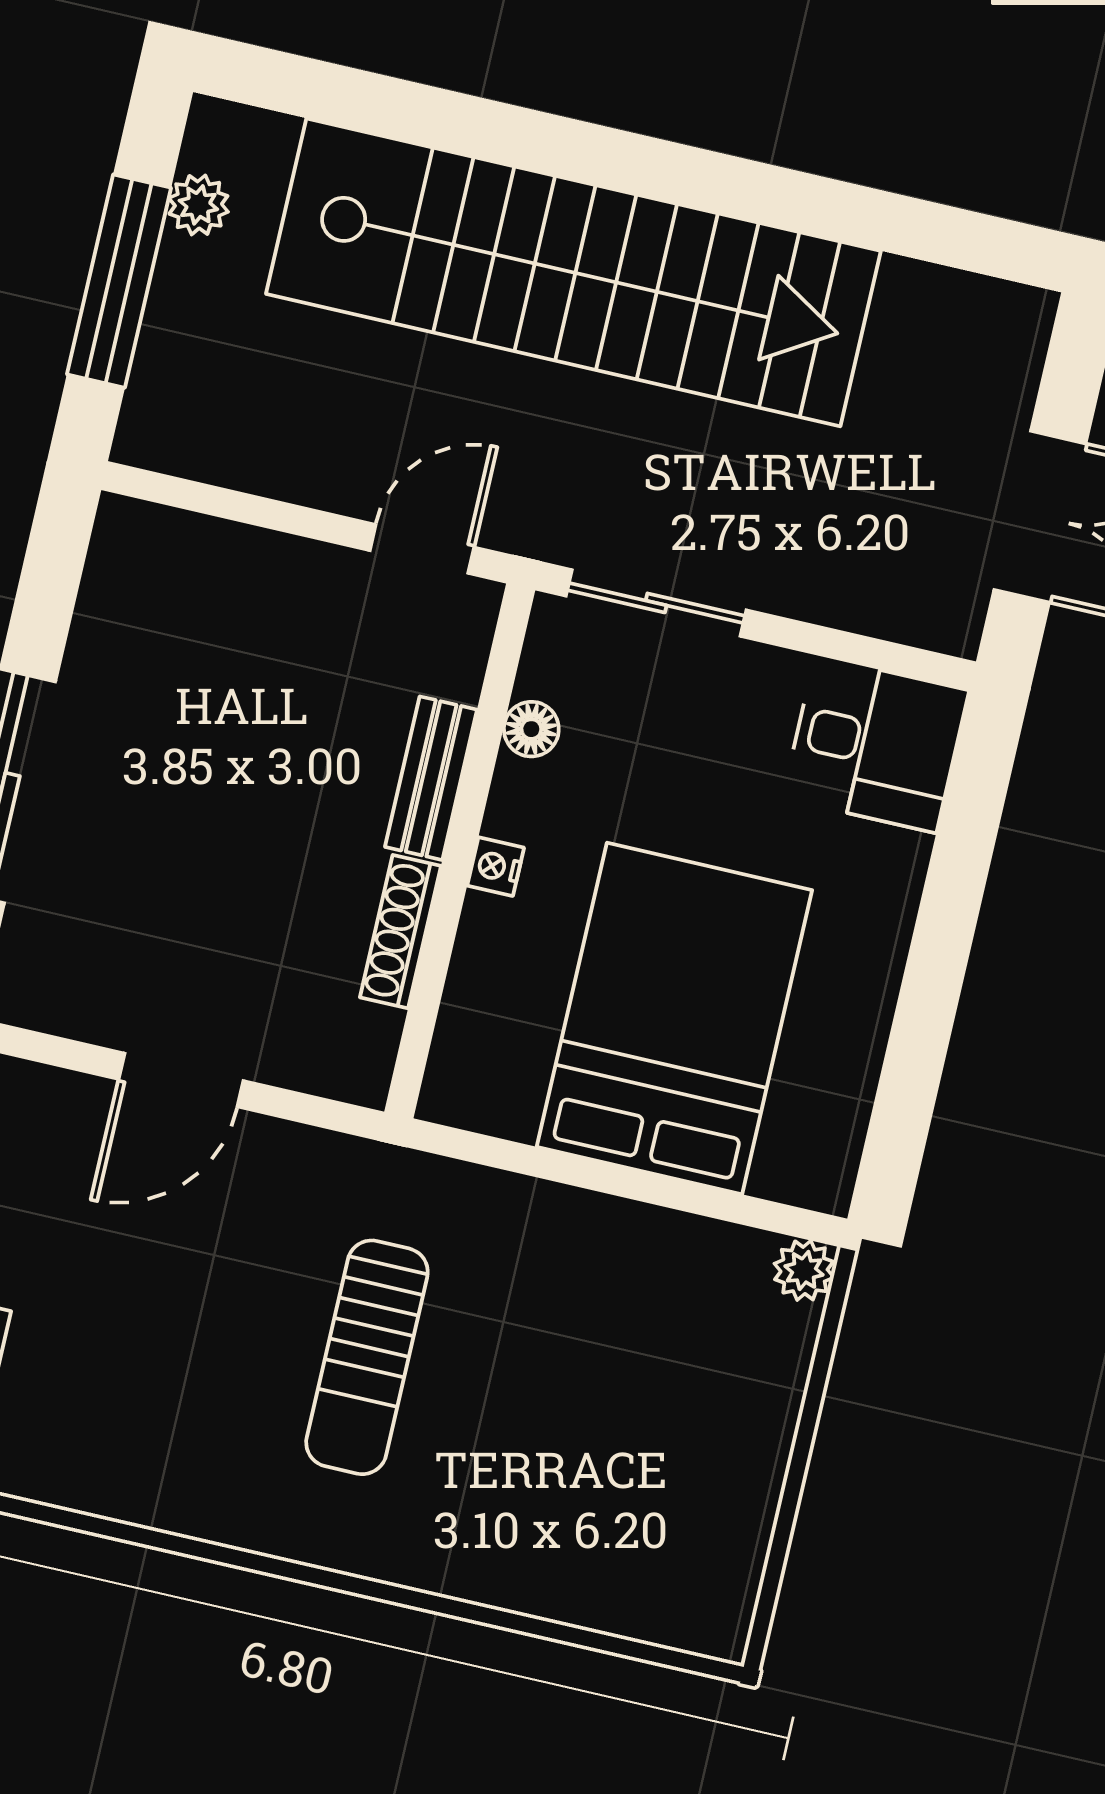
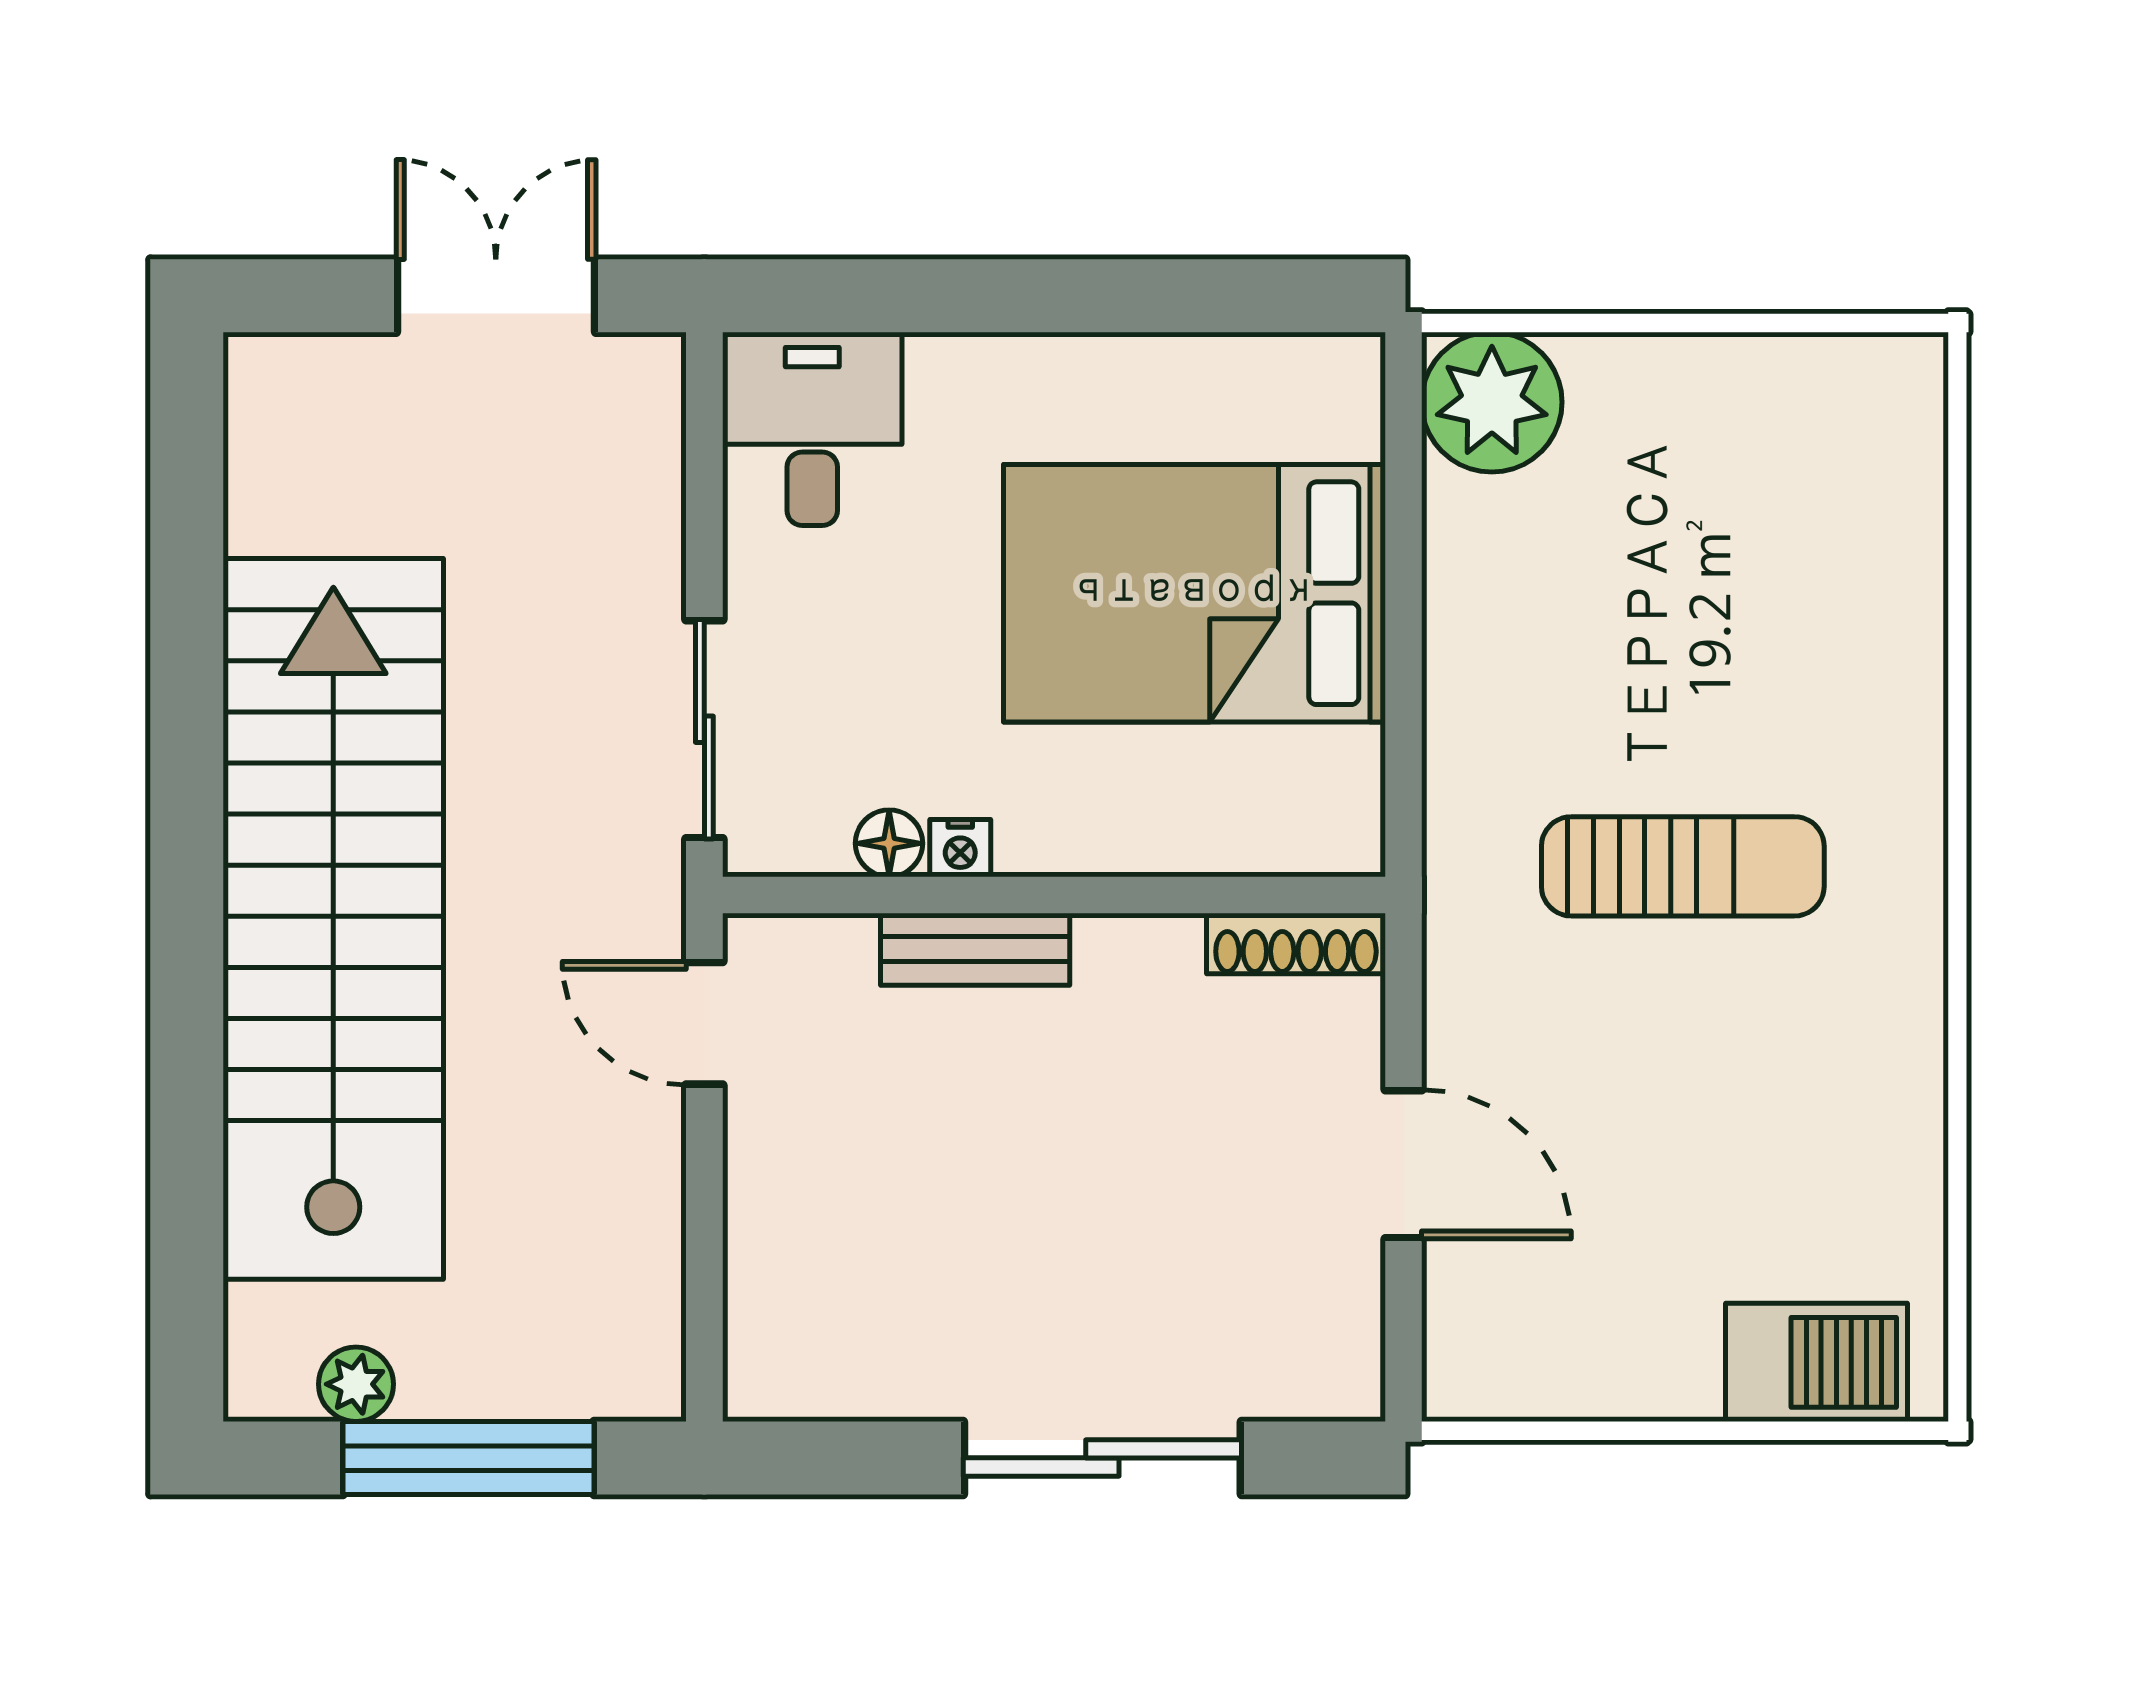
nightstand: (496, 867) -> (960, 848), moved
shoe rack: (400, 932) -> (1296, 944), moved
plant: (804, 1270) -> (1492, 402), width x1.88, depth x1.88

